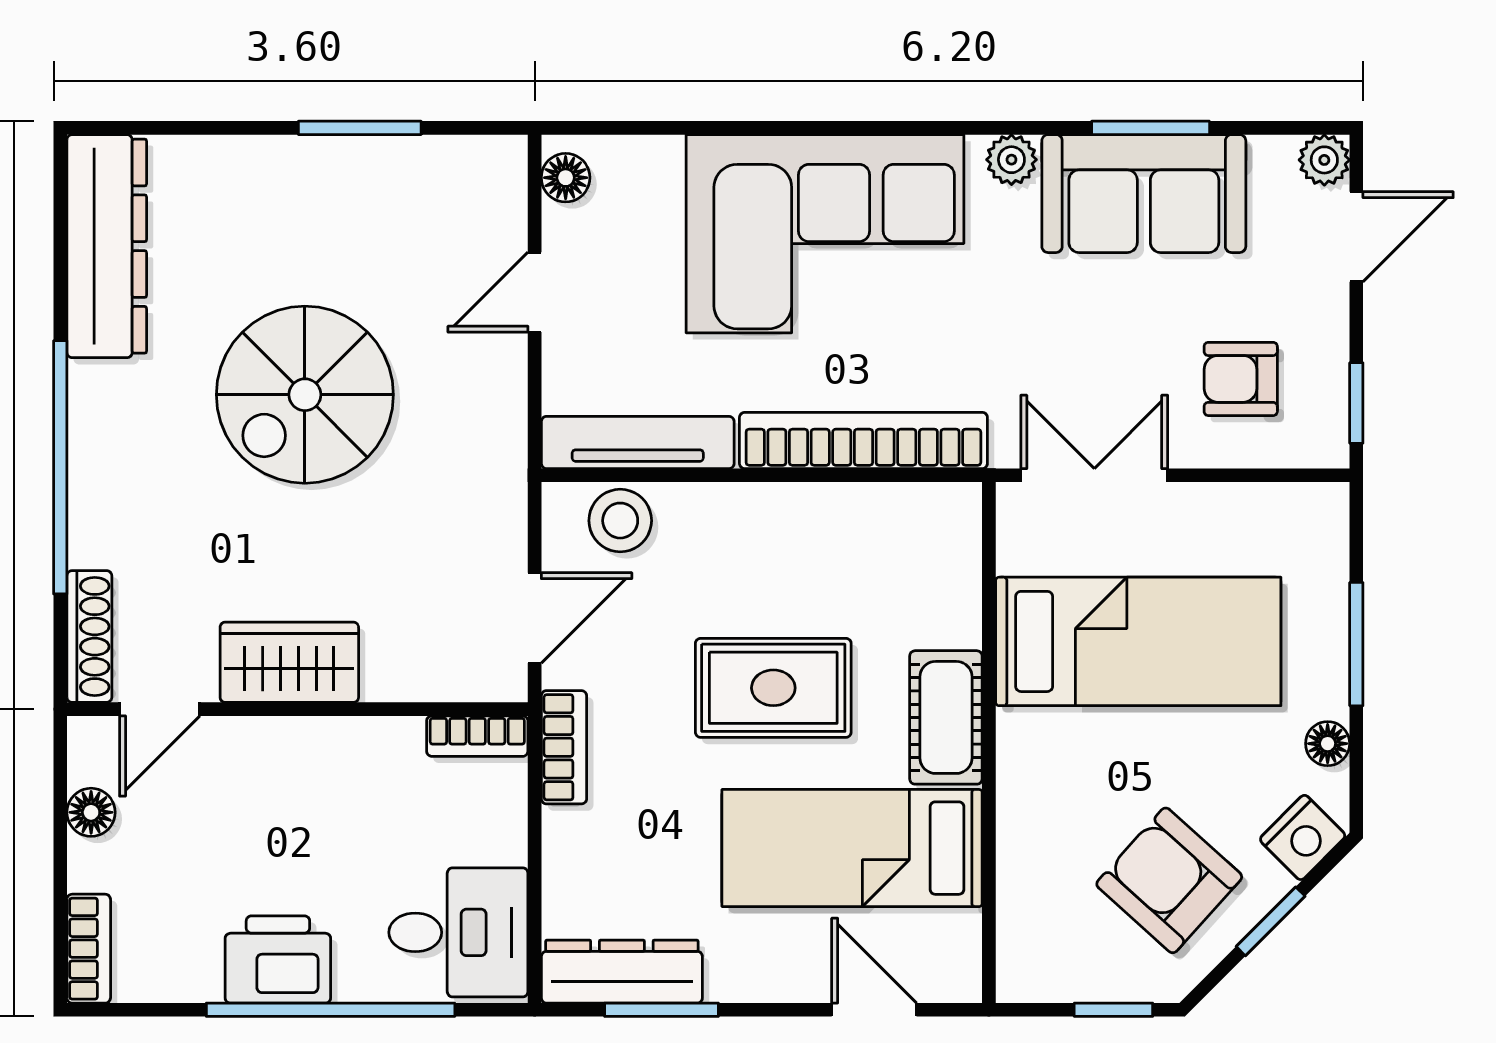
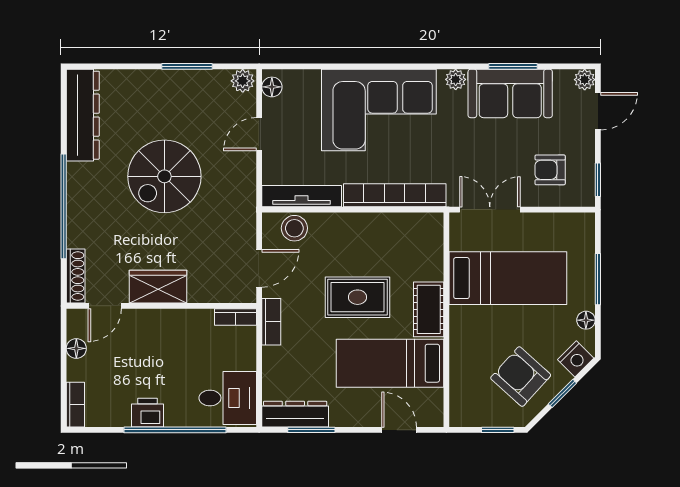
plant: (495, 163) -> (243, 81), added
printer: (278, 959) -> (148, 413), width x0.73, depth x0.81

